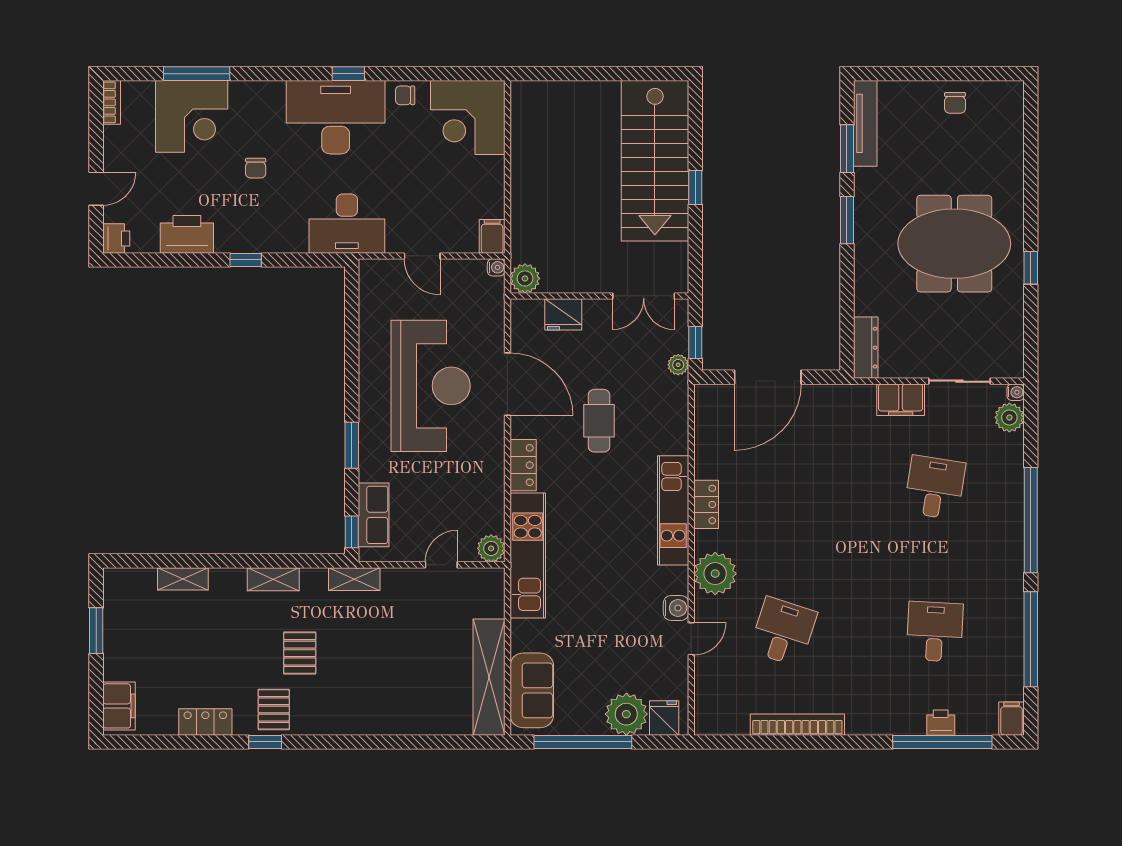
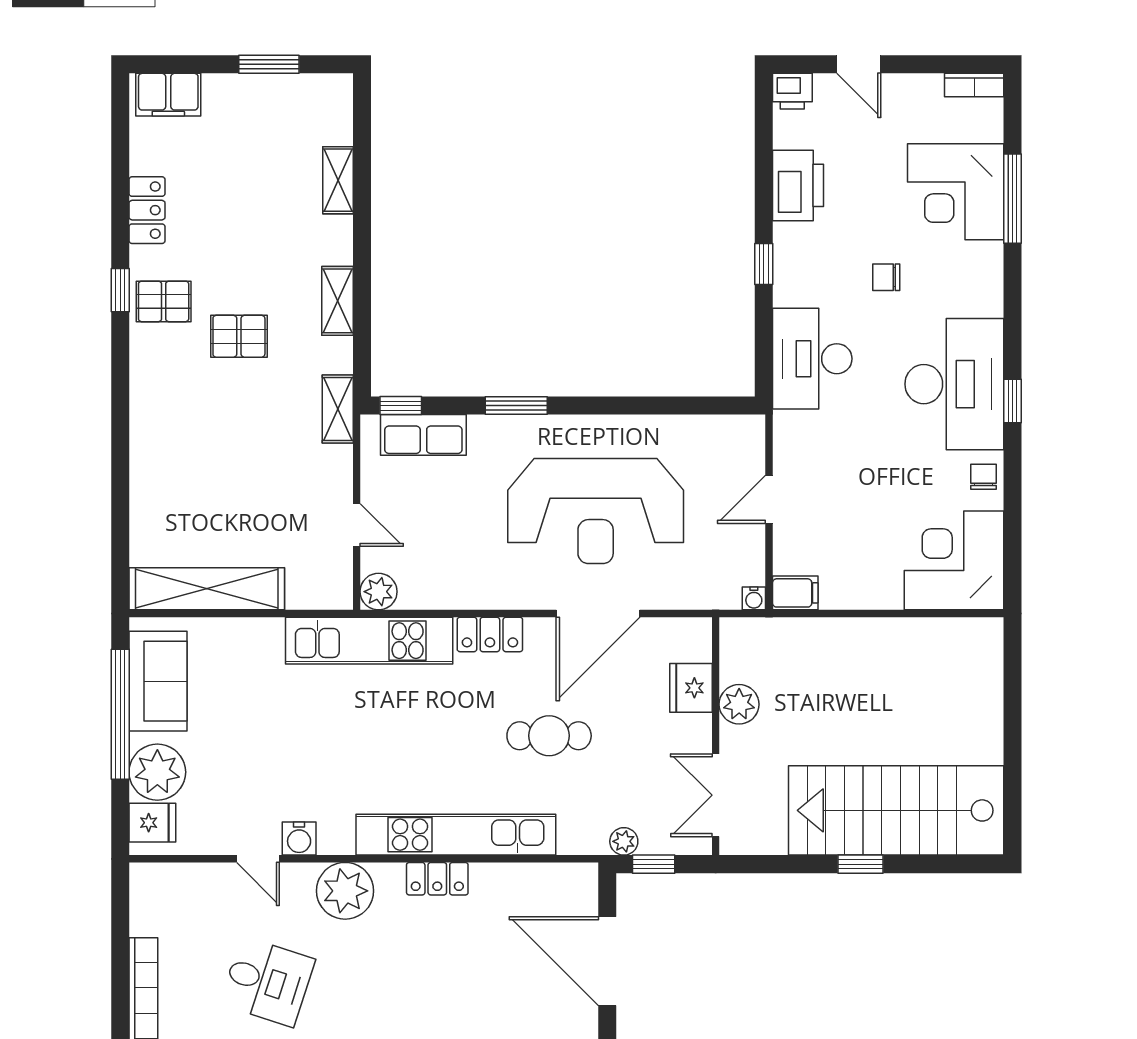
desk: (347, 224) -> (812, 359), moved
plant: (525, 278) -> (739, 704), moved
kitchen unit: (673, 510) -> (456, 835), width x1.36
sofa: (532, 690) -> (158, 681), moved, turned -90

